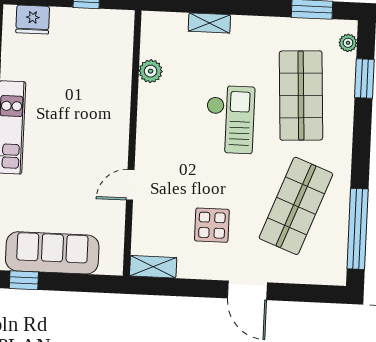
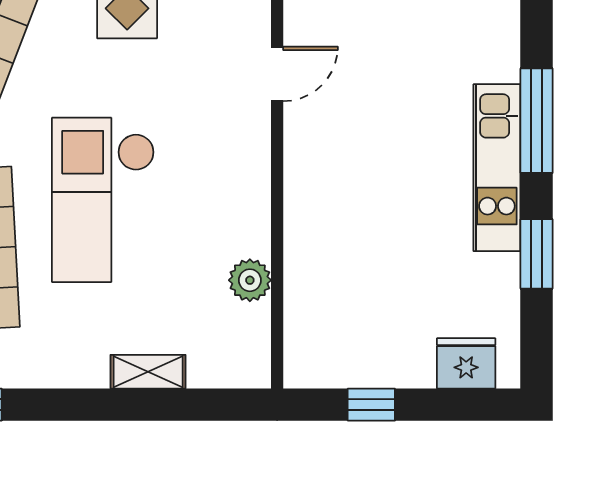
checkout: (230, 119) -> (103, 200), width x1.36, depth x1.21

